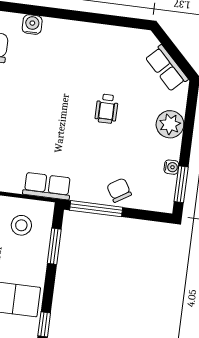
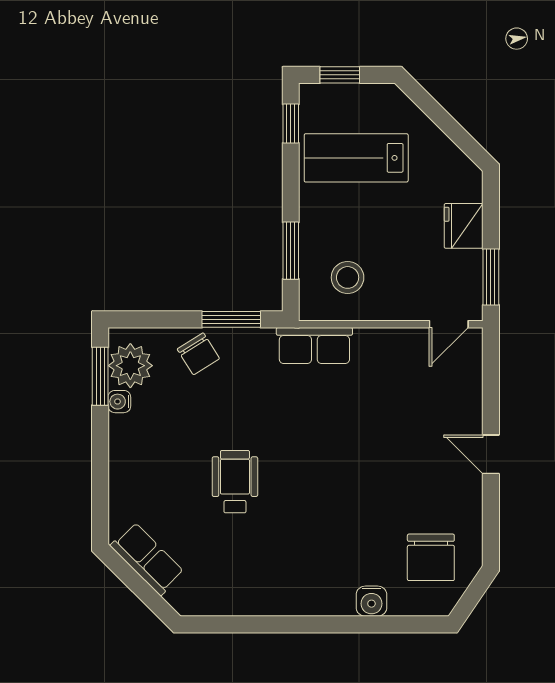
wheelchair: (107, 109) -> (235, 482), width x1.36, depth x1.37
plant: (170, 124) -> (130, 366), moved
window: (96, 209) -> (231, 319), width x0.69

